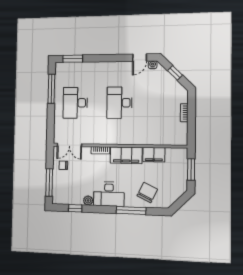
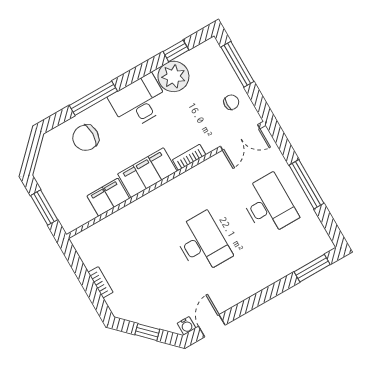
window: (51, 89) -> (306, 184), moved
double door: (69, 145) -> (240, 137), swing flipped
chair: (147, 193) -> (86, 138), turned 64
plant: (88, 200) -> (173, 76), width x1.88, depth x1.88

